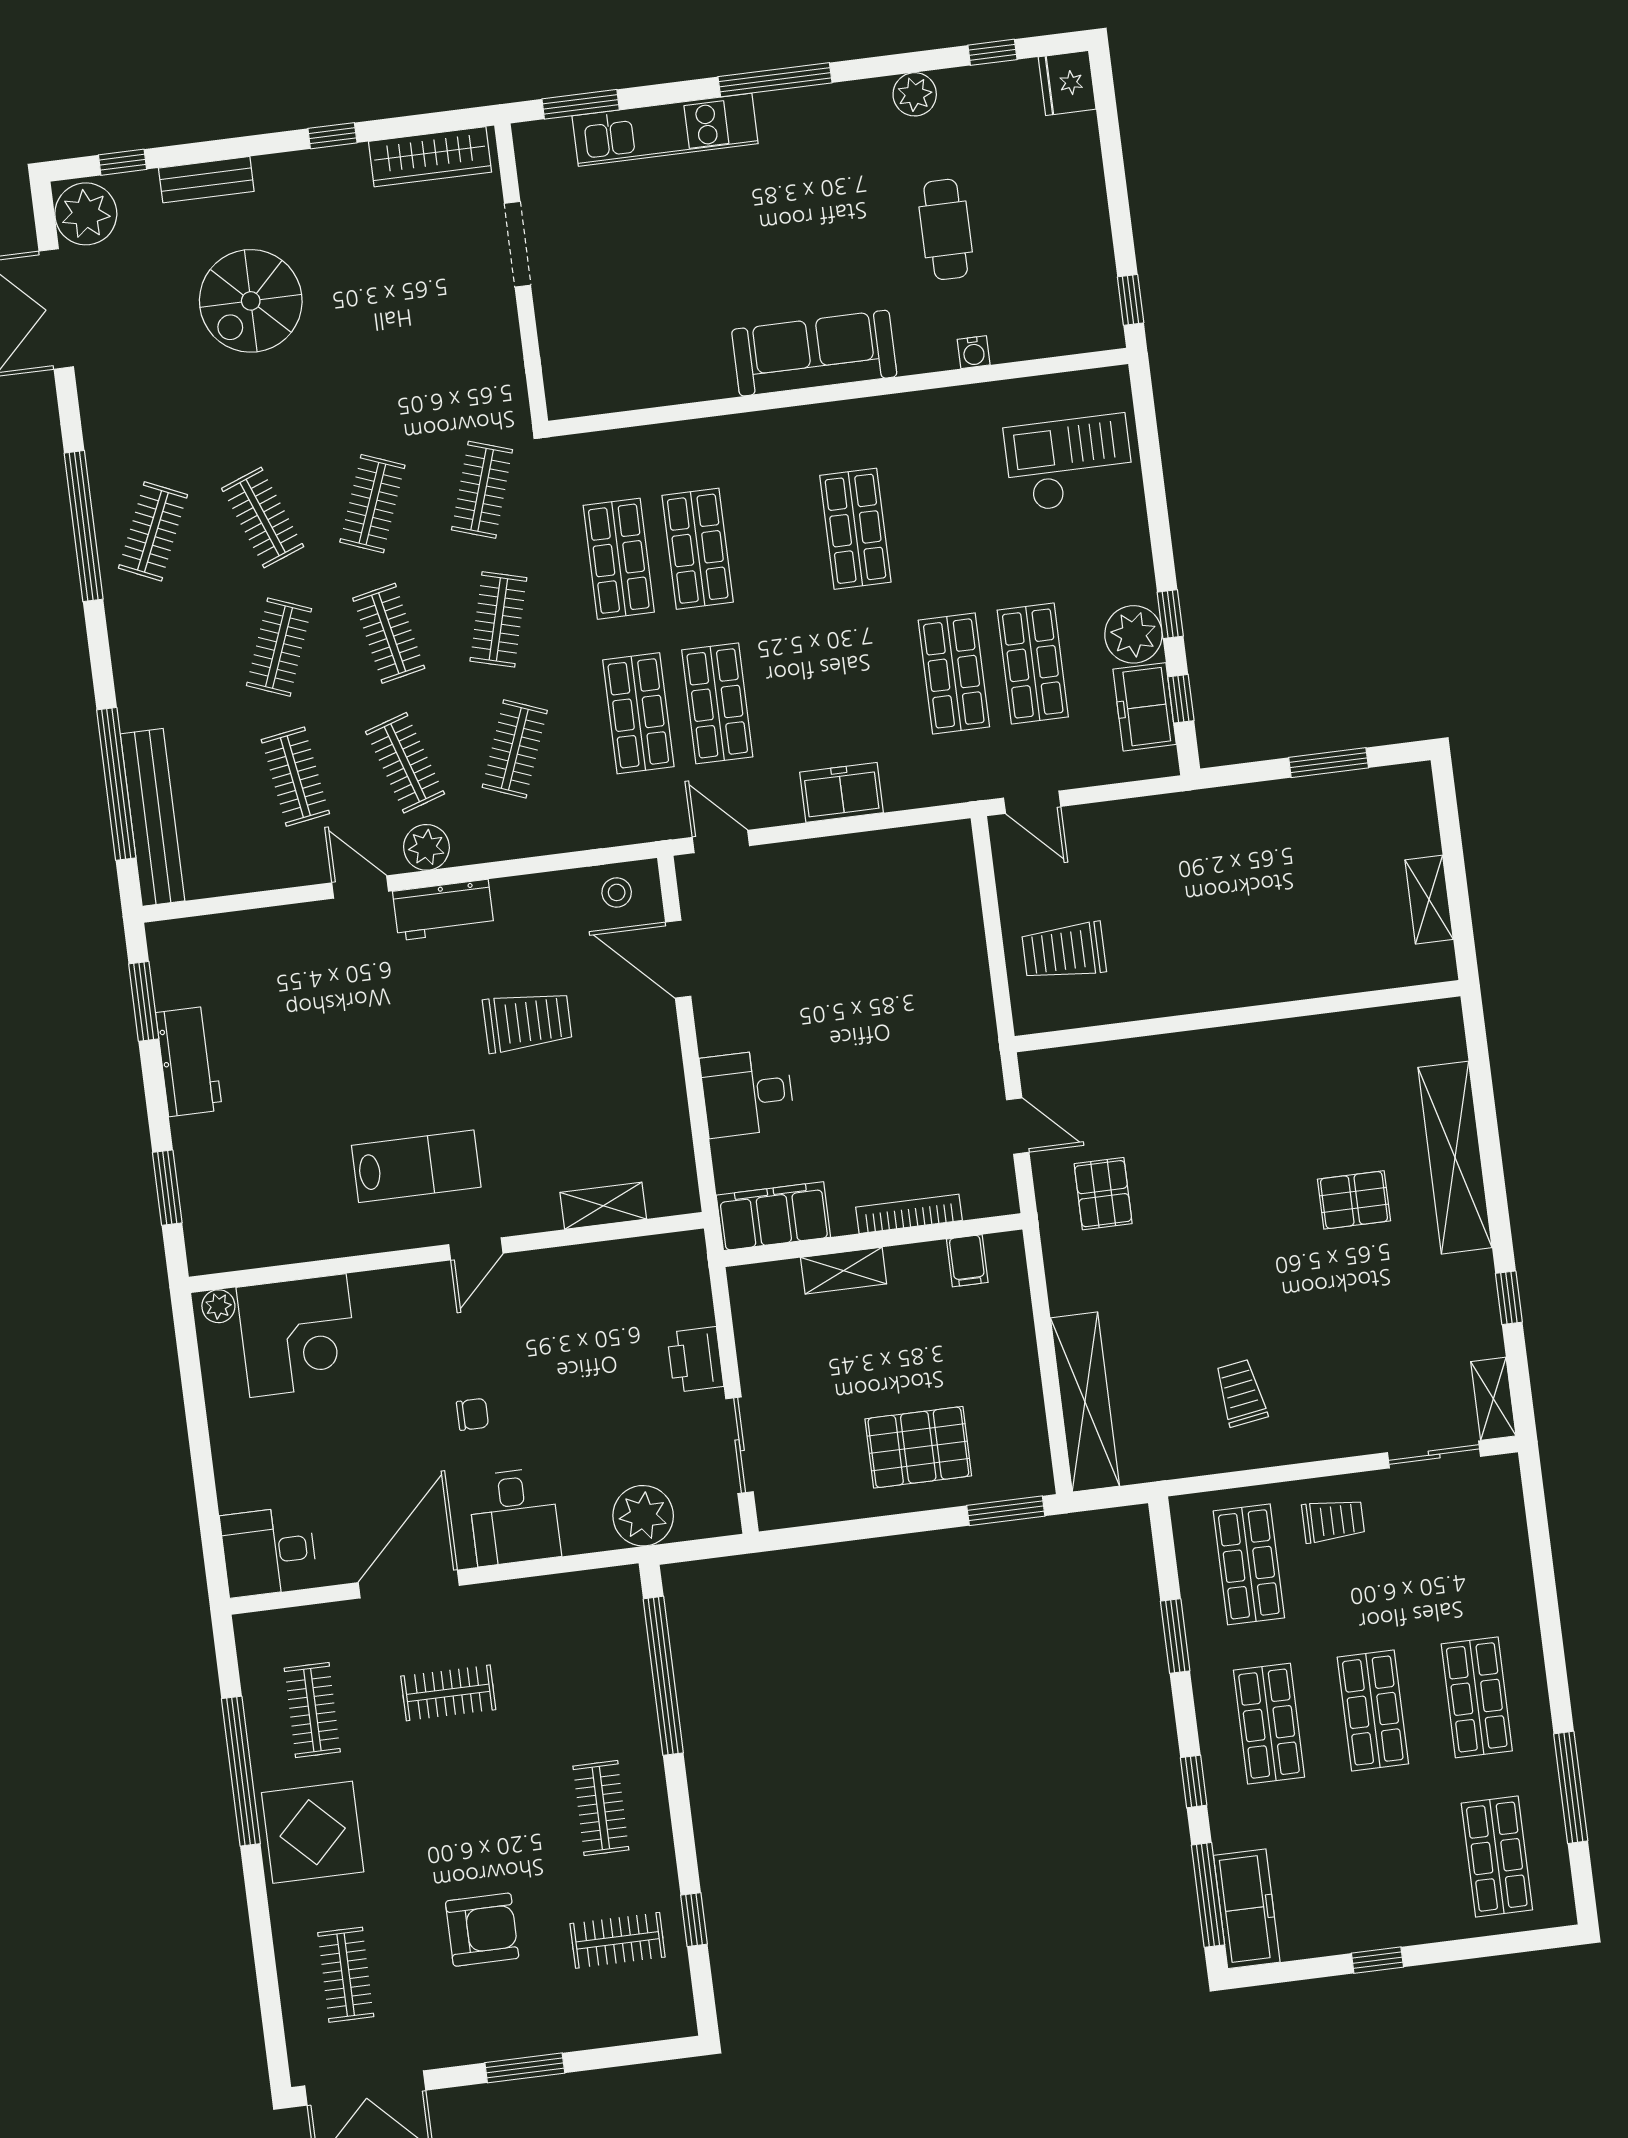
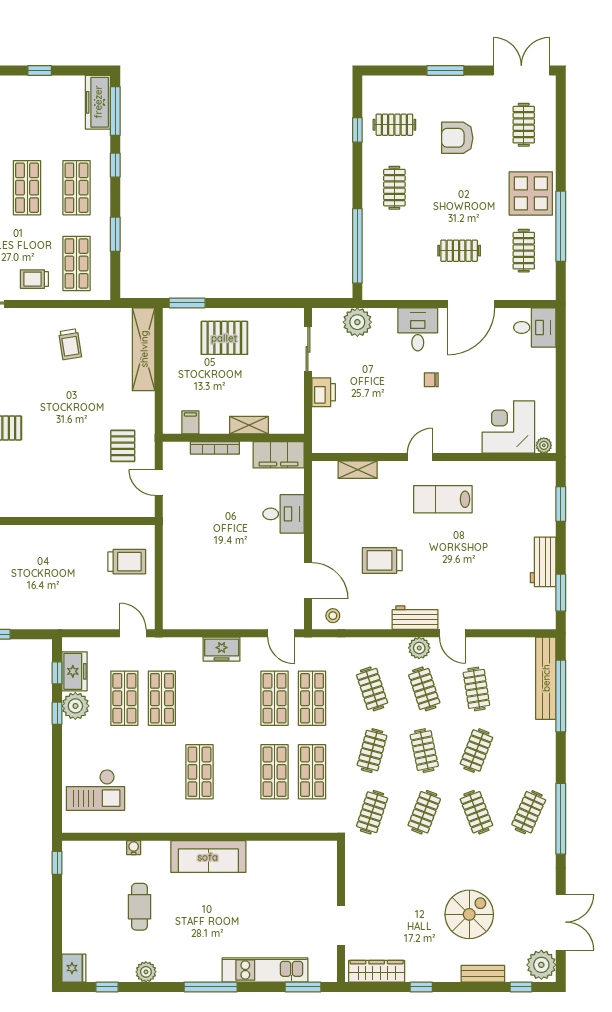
clothes rail: (515, 749) -> (372, 689), turned -39

